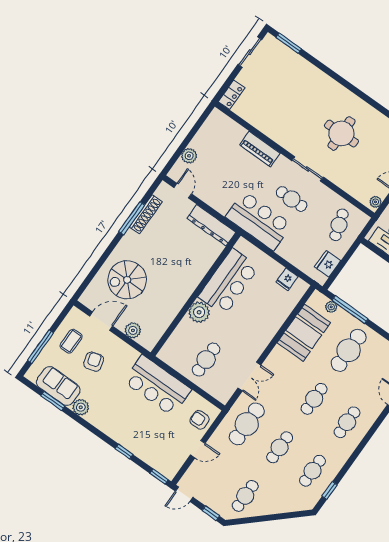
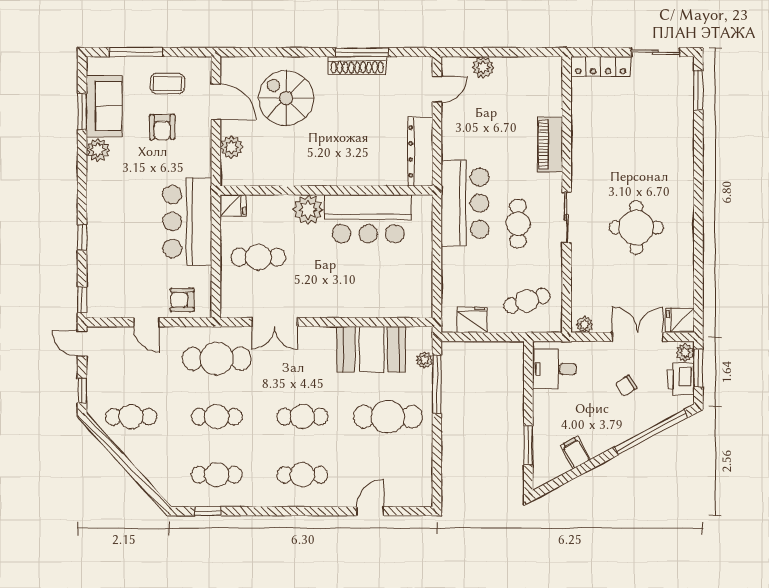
locker: (232, 95) -> (601, 66), width x1.53
shoe rack: (146, 214) -> (357, 65), moved
fridge: (287, 279) -> (233, 205), moved, turned 180
armchair: (94, 362) -> (162, 127), turned 106
armchair: (200, 420) -> (182, 300), turned -90

